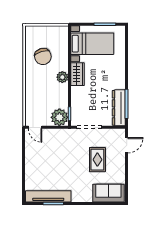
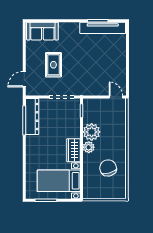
plant: (59, 117) -> (92, 132), moved

